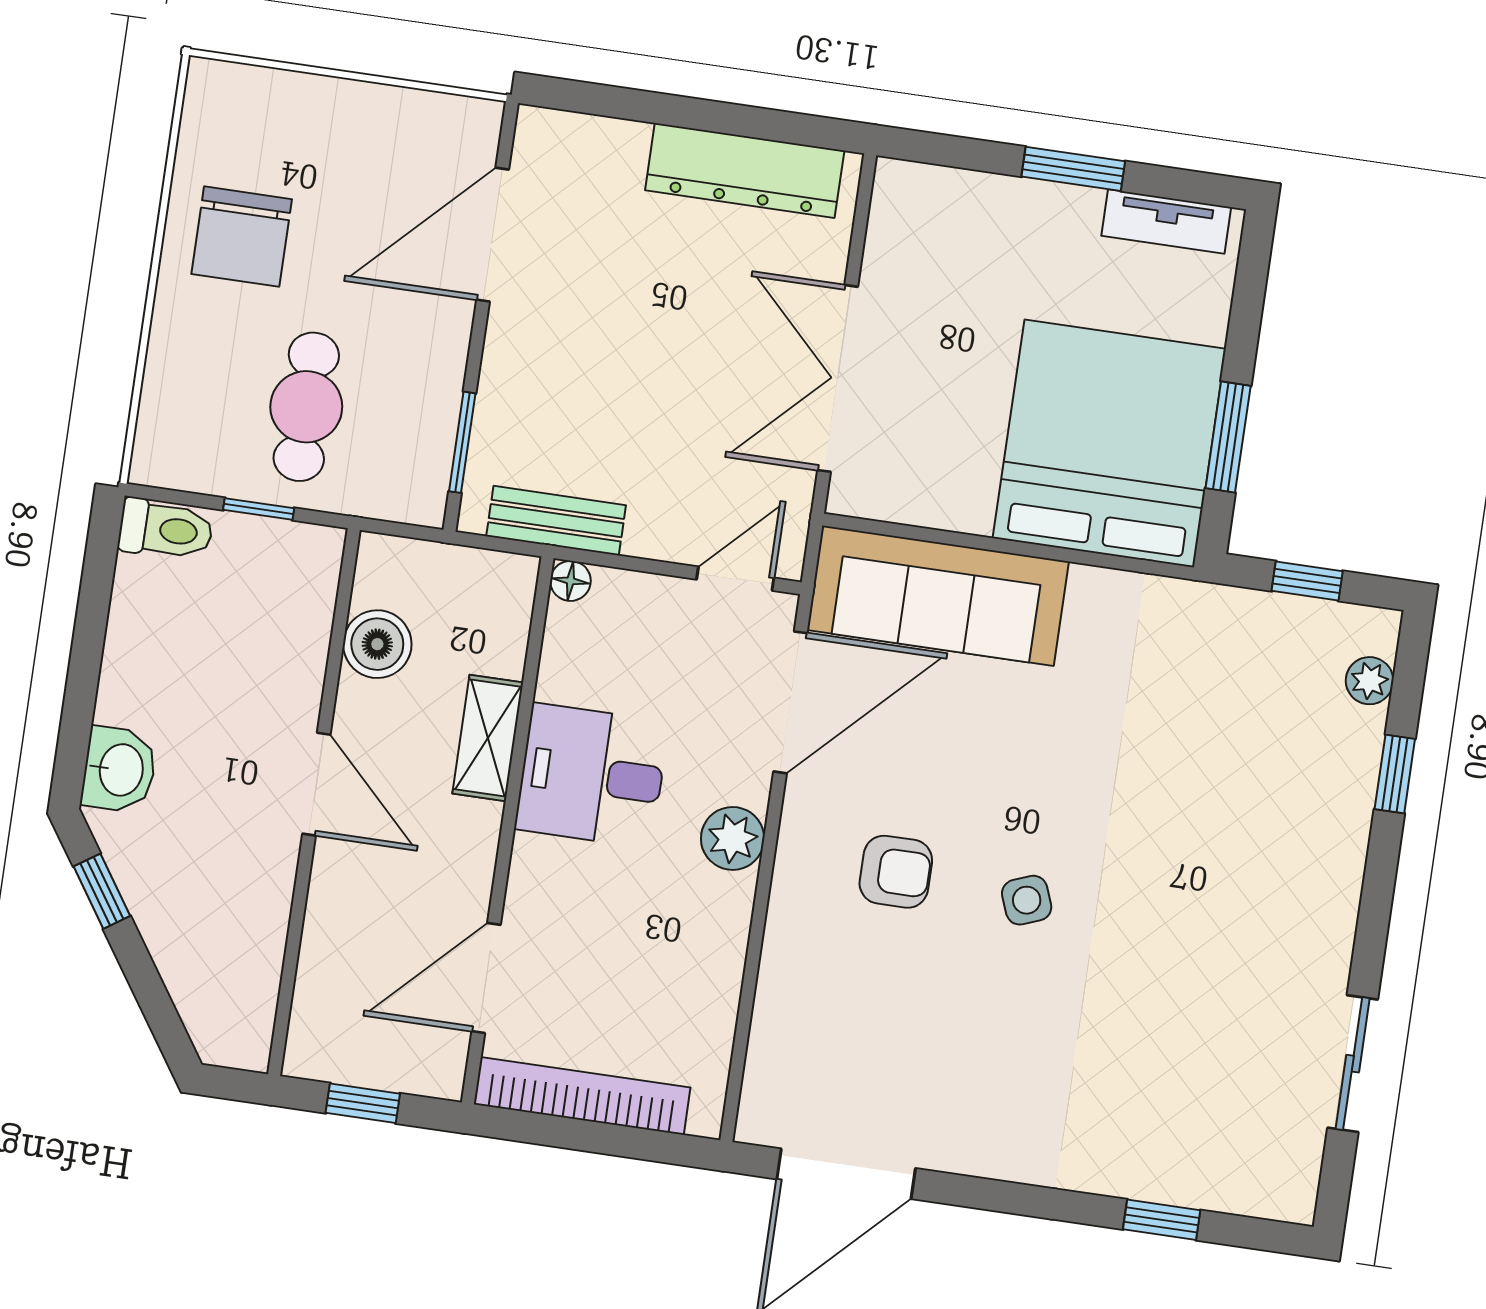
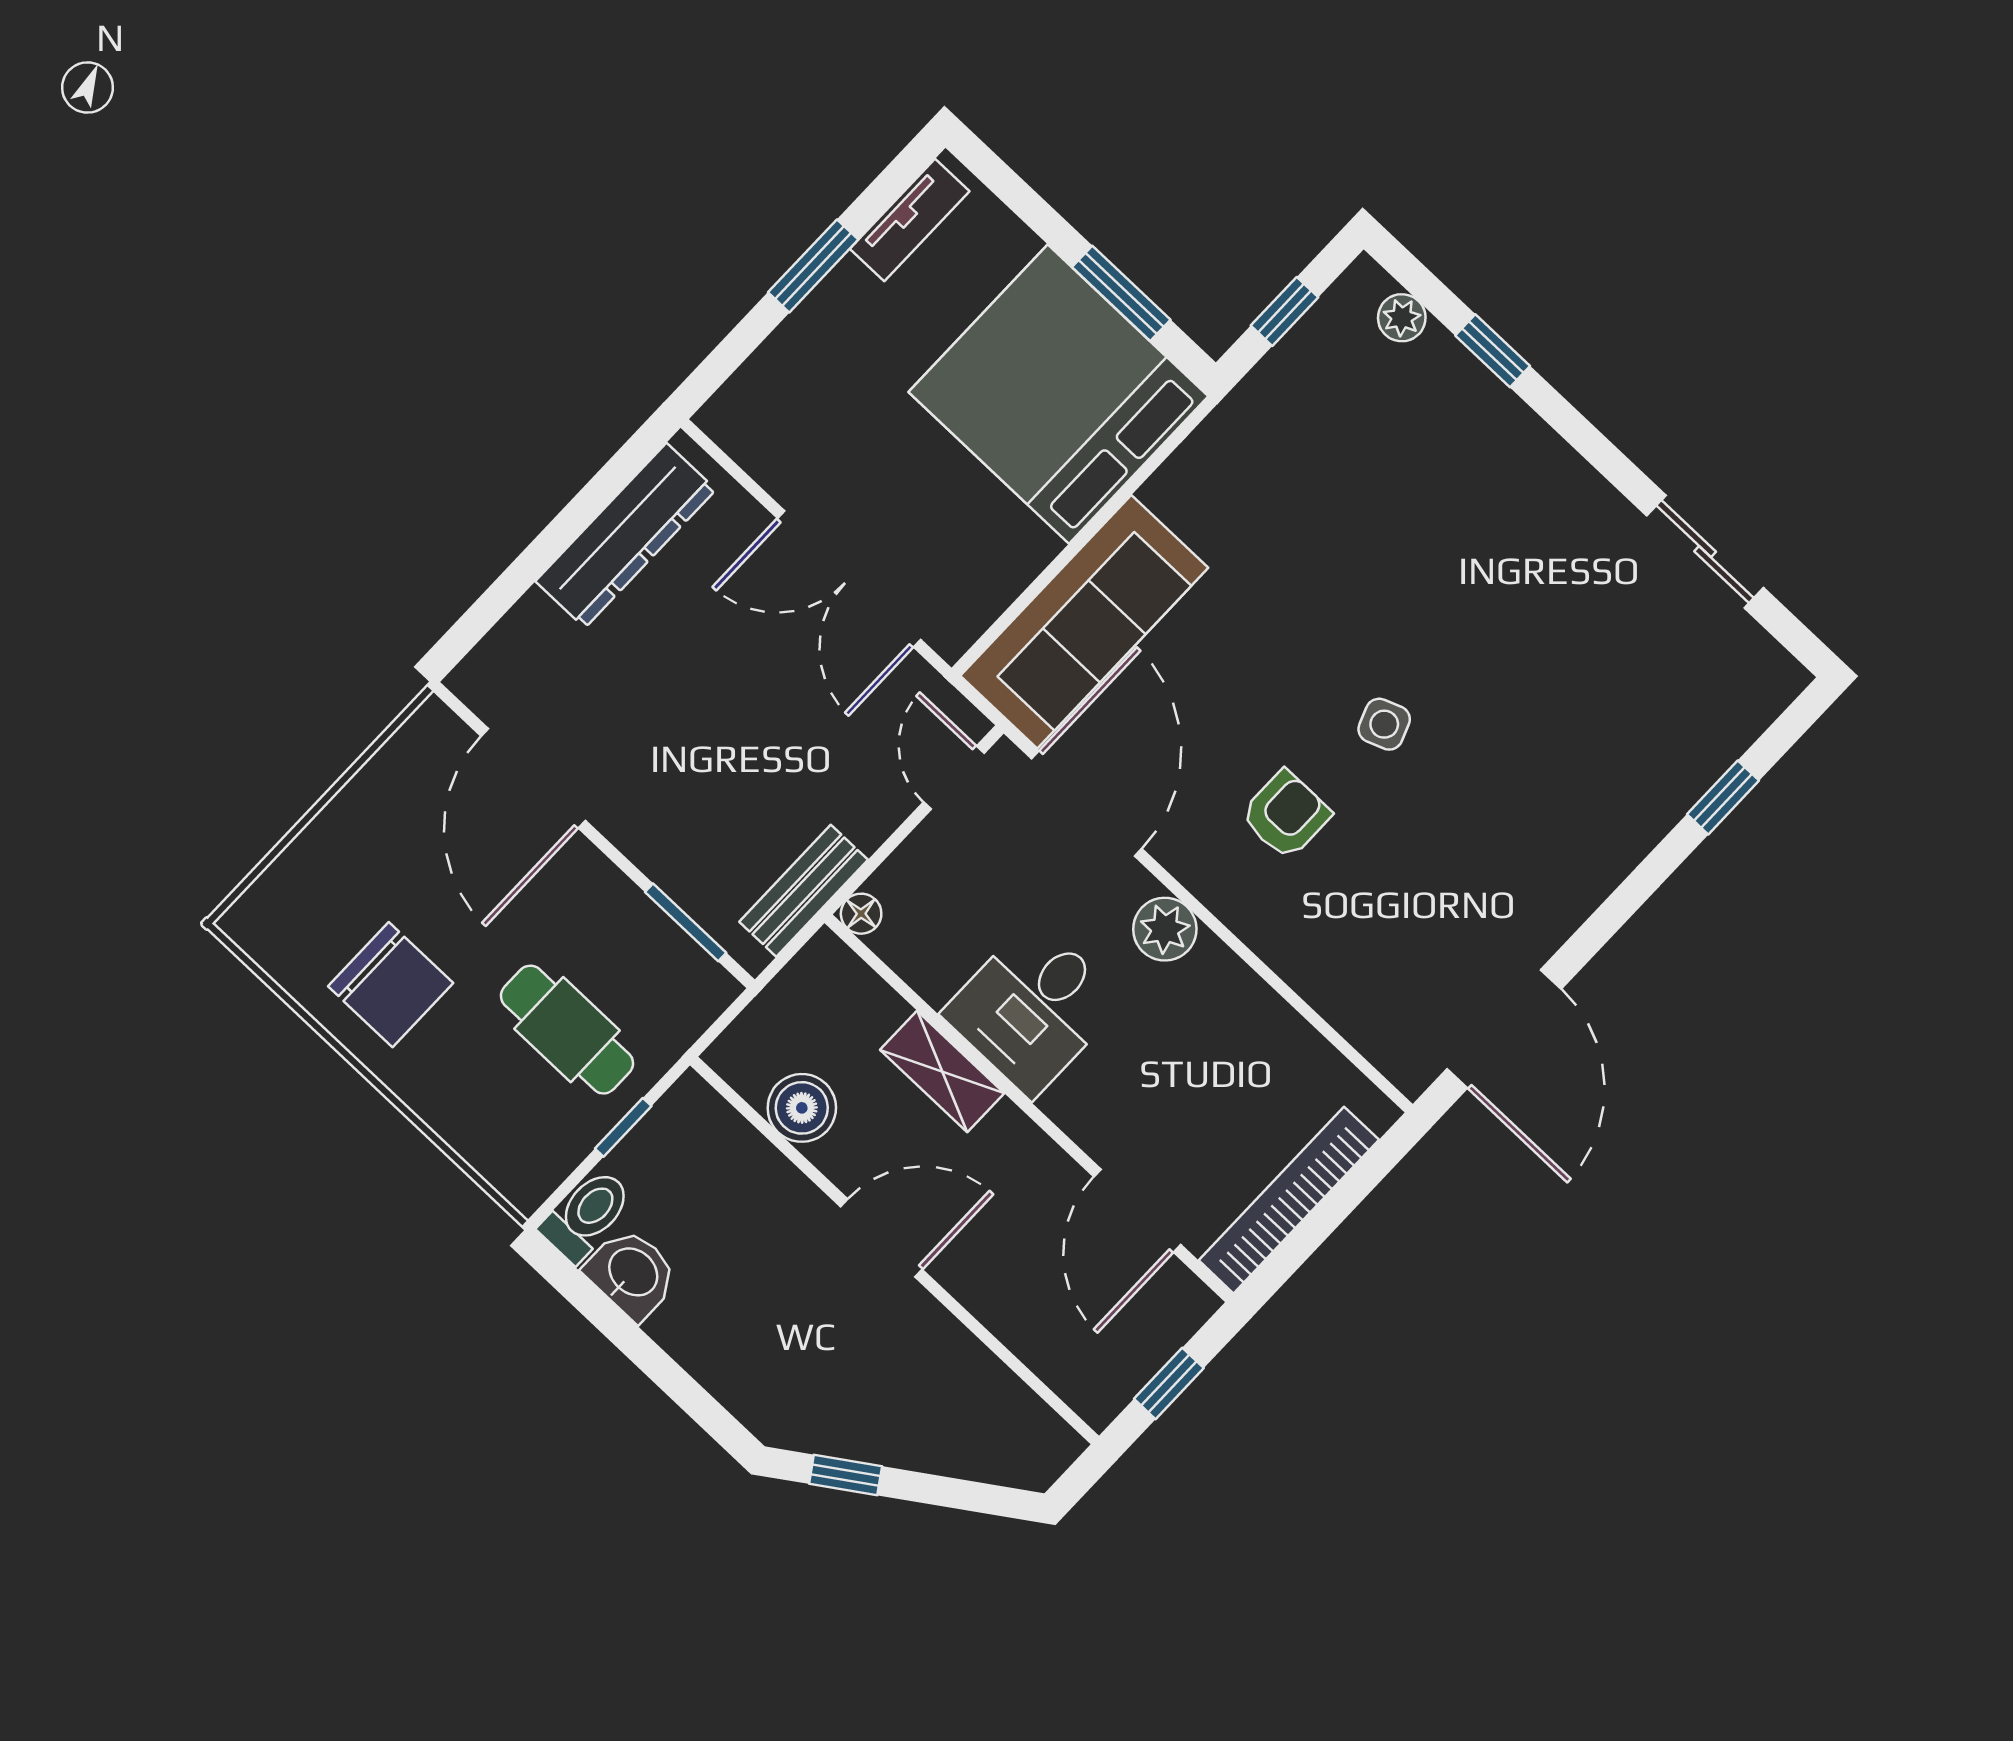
washbasin: (119, 770) -> (632, 1273), moved

